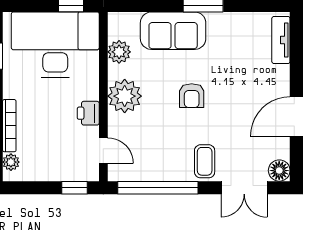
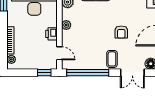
plant: (125, 96) -> (66, 25), width x0.53, depth x0.53
armchair: (192, 96) -> (121, 32), moved

